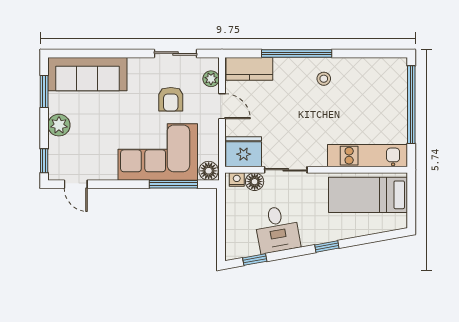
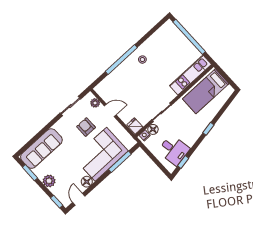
kitchen counter: (249, 69) -> (107, 84), removed
armchair: (171, 99) -> (86, 127), turned 180
fridge: (244, 152) -> (135, 126), width x0.53, depth x0.75
floor lamp: (209, 171) -> (87, 182), moved
door: (76, 184) -> (79, 199), swing flipped
desk: (277, 229) -> (174, 150), moved

